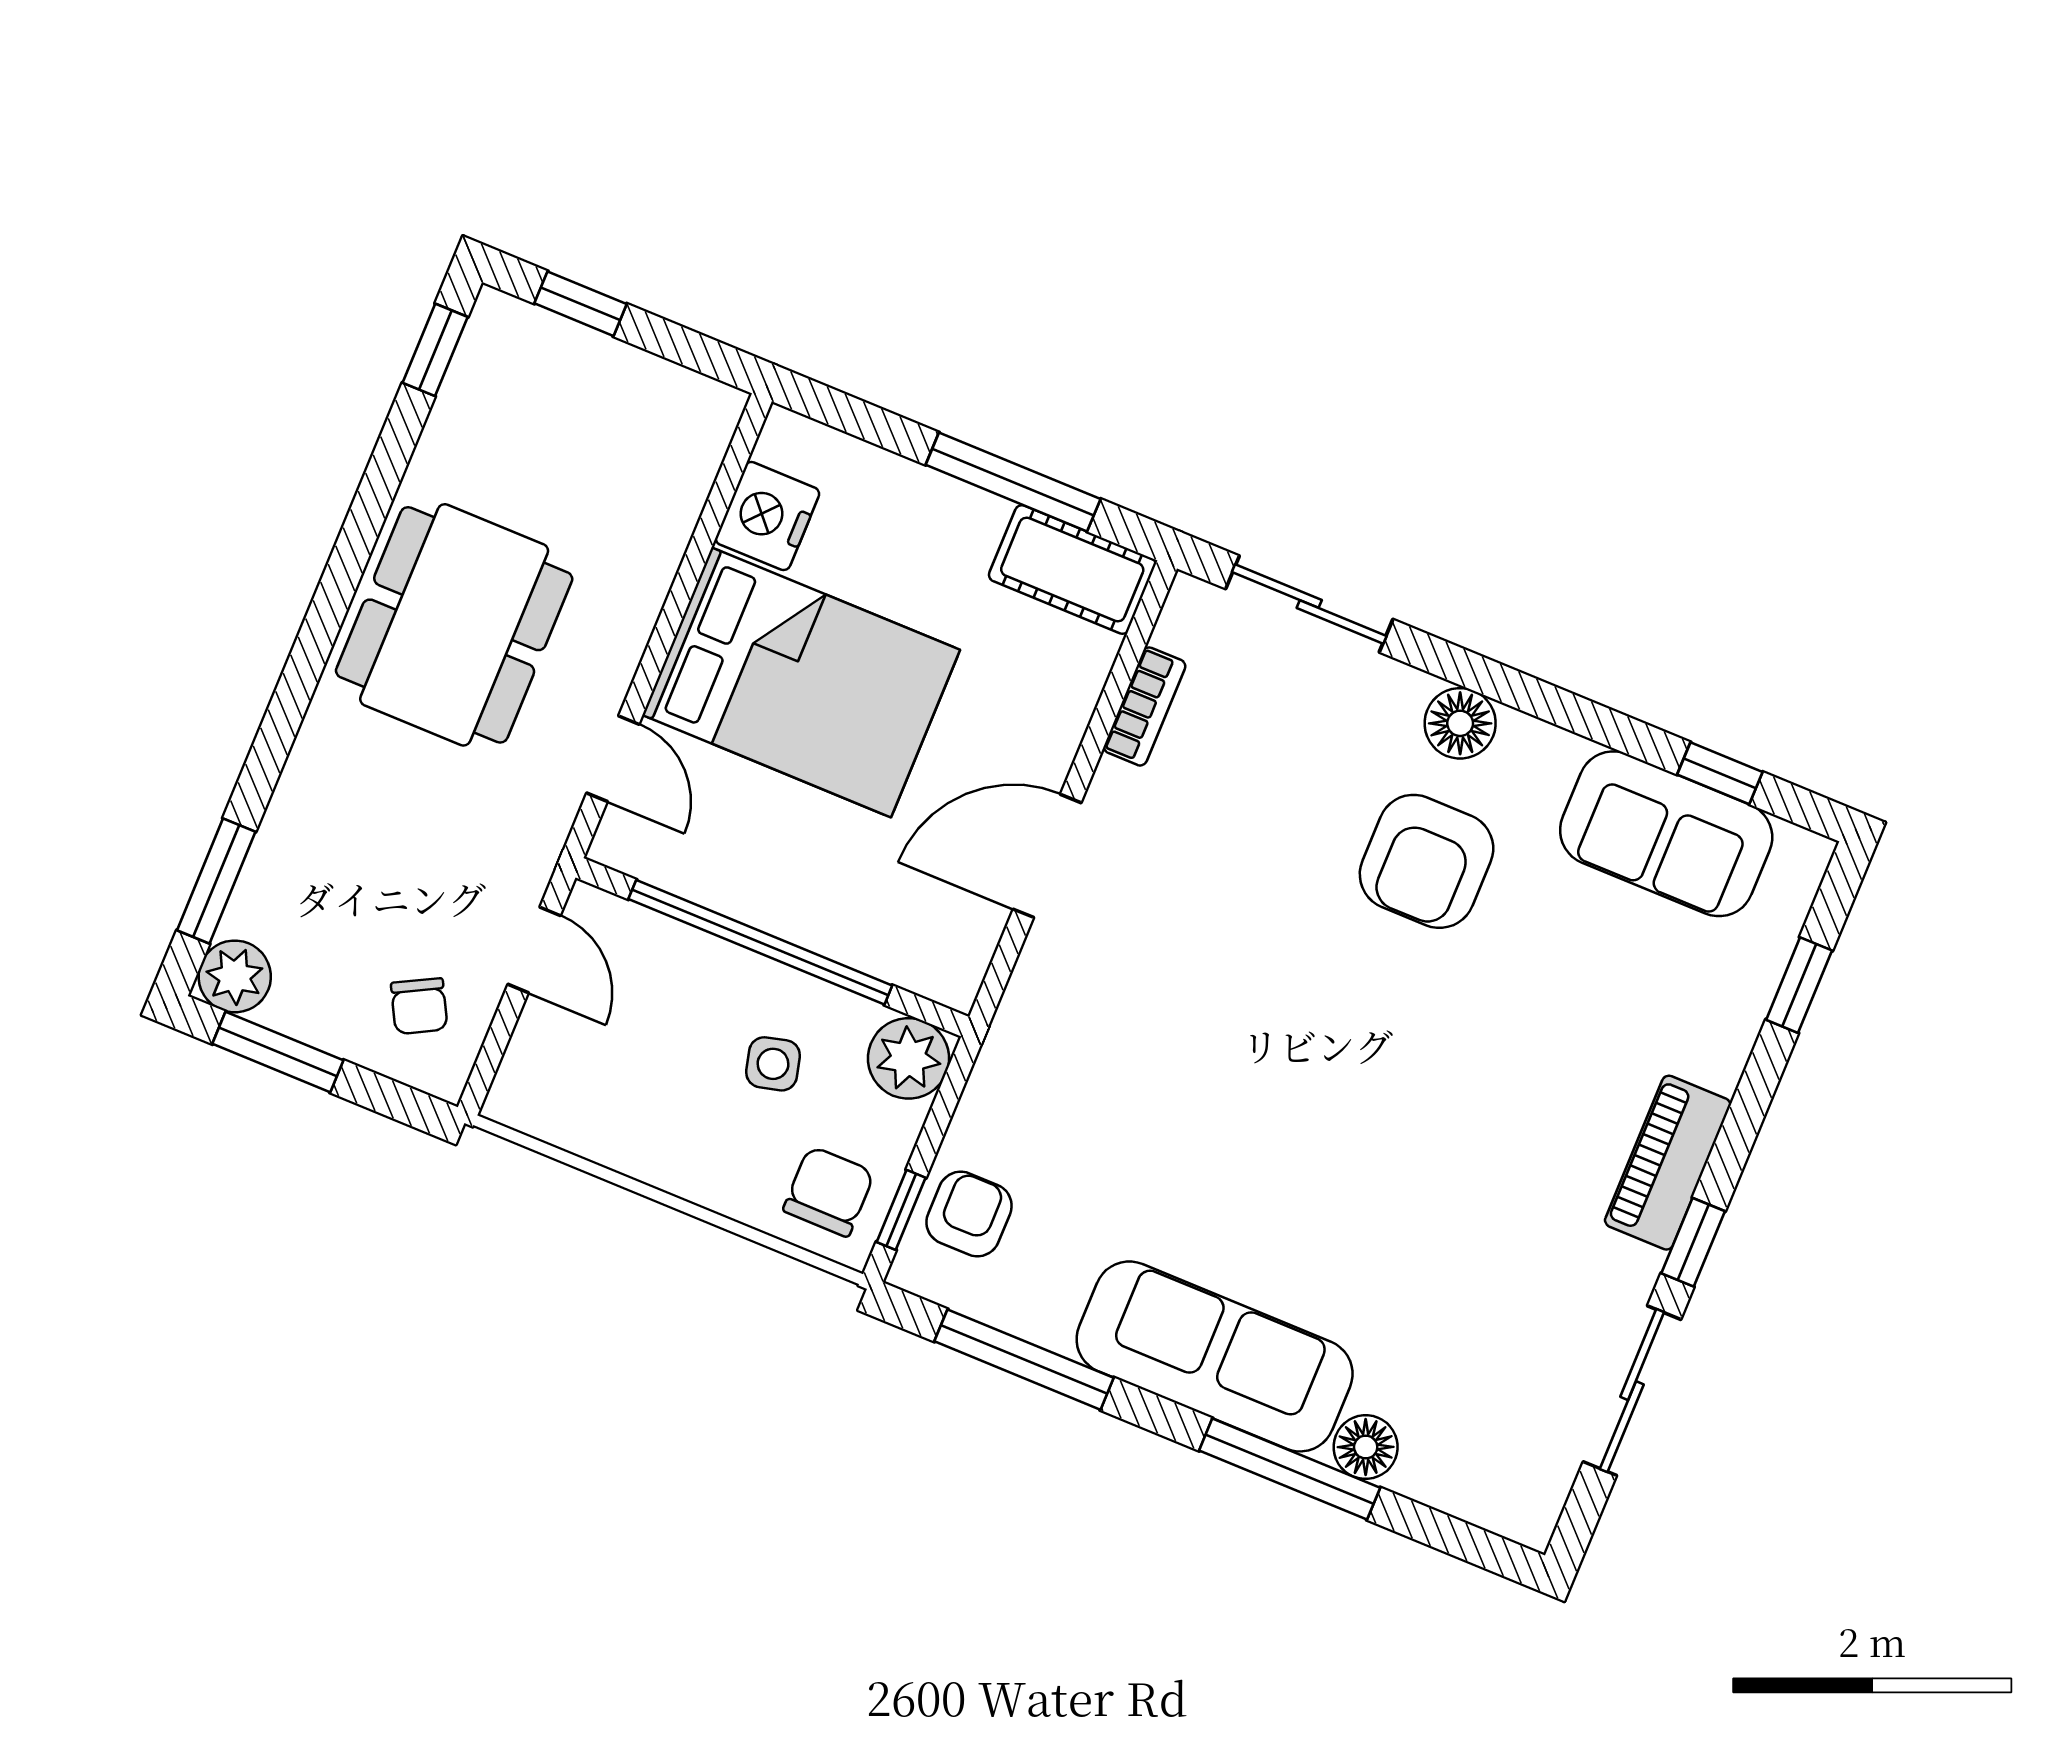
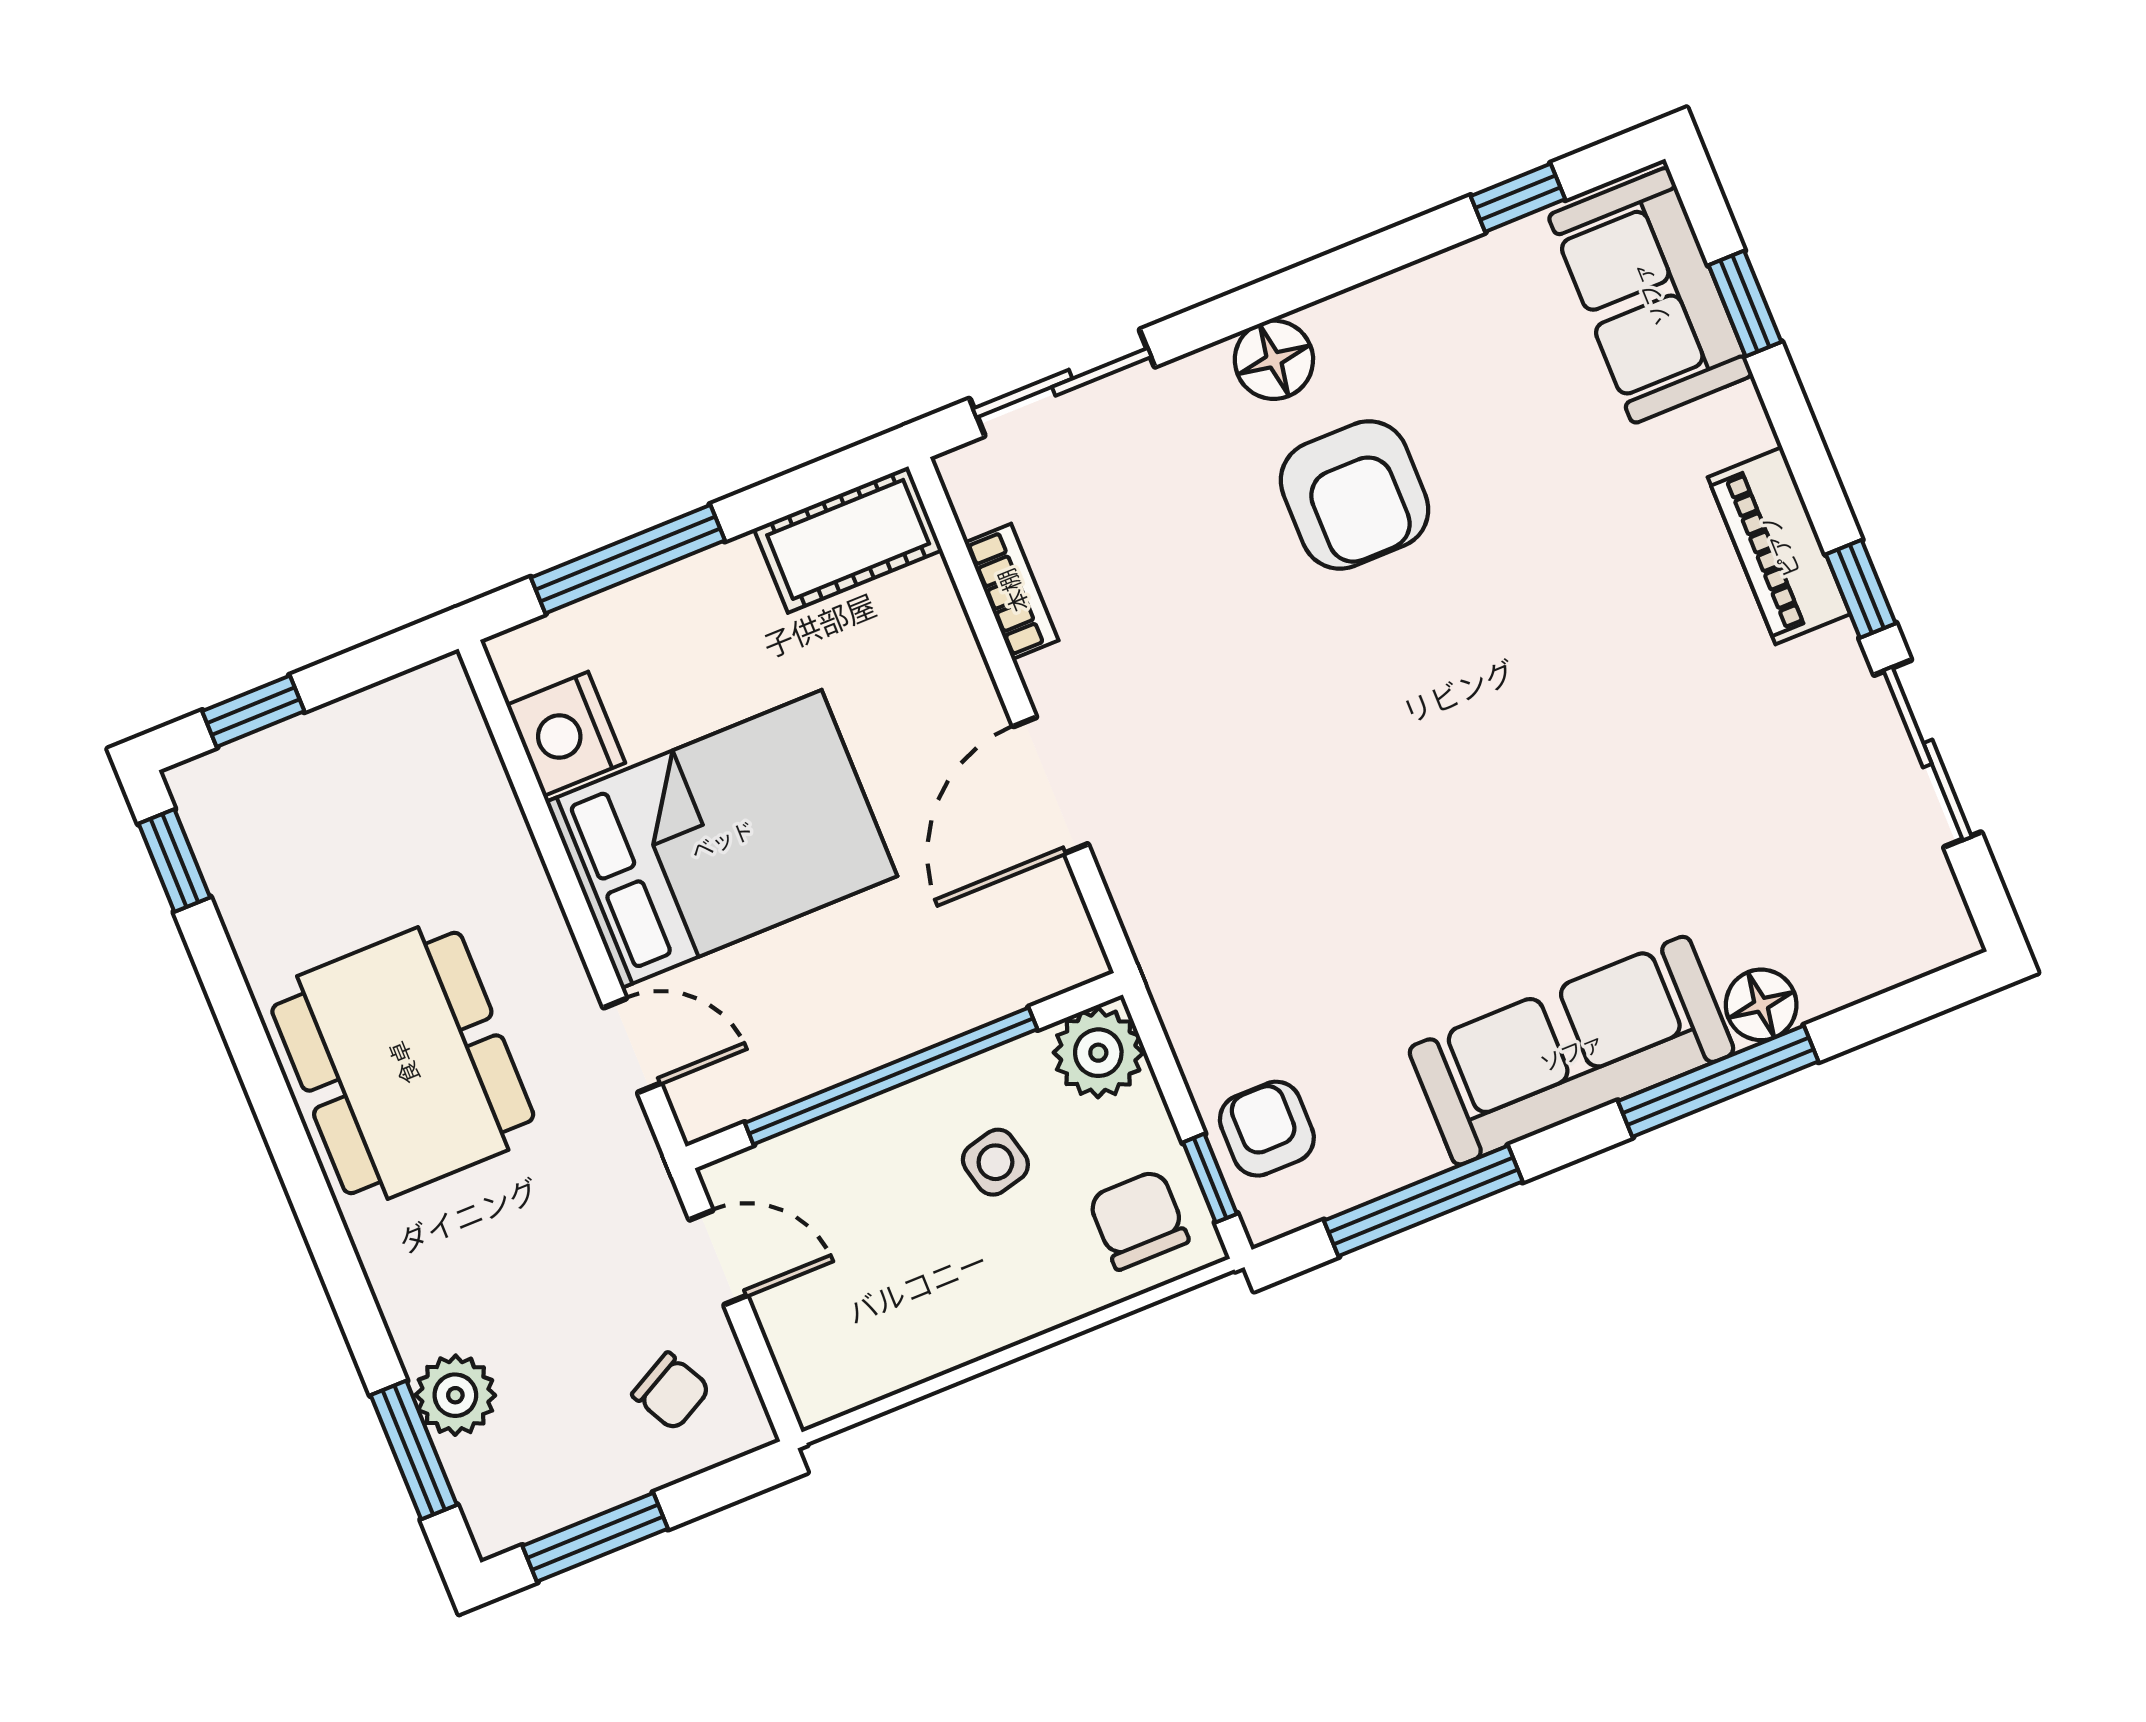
window: (1013, 482) -> (628, 559), moved
sofa: (1666, 834) -> (1650, 295), moved, turned 90
plant: (235, 976) -> (455, 1395), moved

